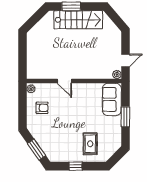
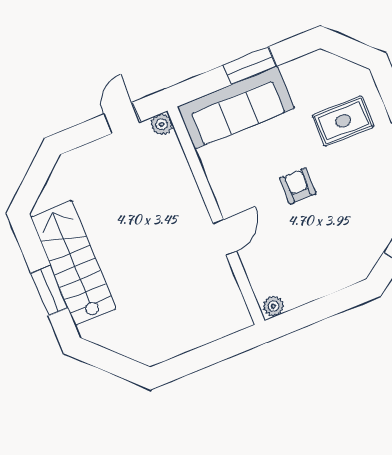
door: (125, 60) -> (122, 118), hinge flipped
sofa: (112, 99) -> (236, 107), width x1.36
armchair: (42, 108) -> (298, 186), moved

